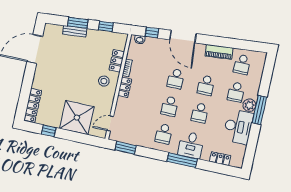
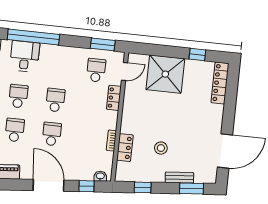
window: (78, 23) -> (191, 189), moved
stool: (104, 81) -> (161, 148), moved
locker: (125, 87) -> (114, 98), moved
school desk: (164, 134) -> (96, 70), moved
window: (182, 160) -> (33, 37), width x1.46

